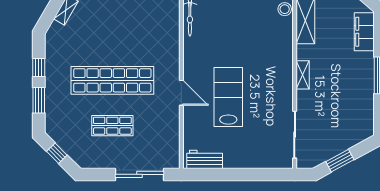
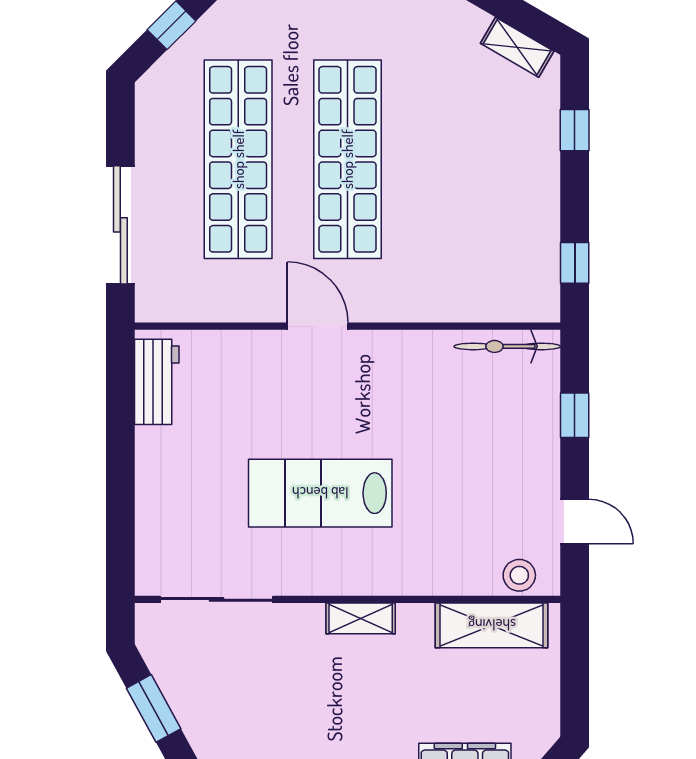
door: (181, 93) -> (318, 326), swing flipped
lab bench: (228, 97) -> (320, 493), moved, turned 180
shop shelf: (112, 126) -> (238, 159), width x2.00, depth x1.36

